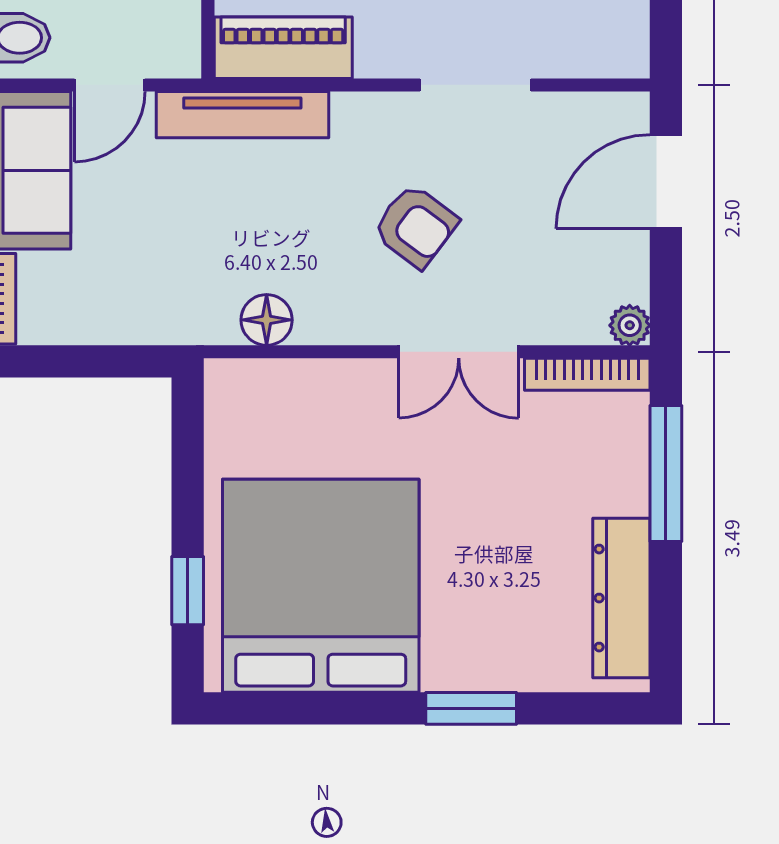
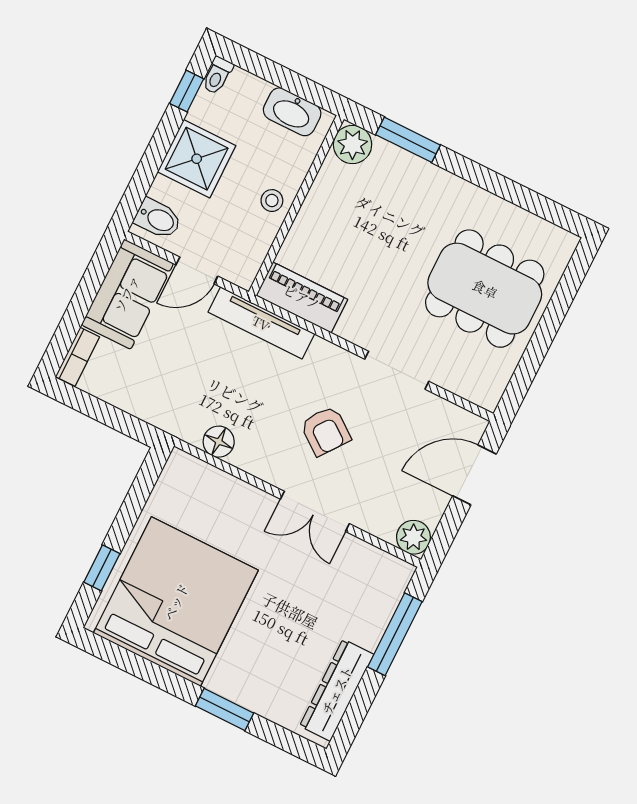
plant: (630, 325) -> (413, 537), width x1.38, depth x1.38
bookcase: (587, 374) -> (379, 559), removed

